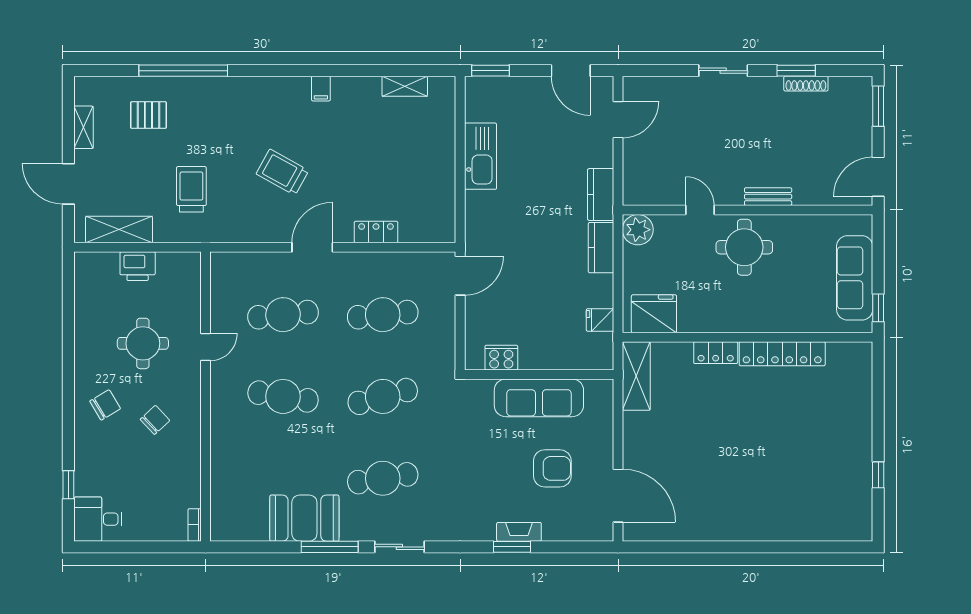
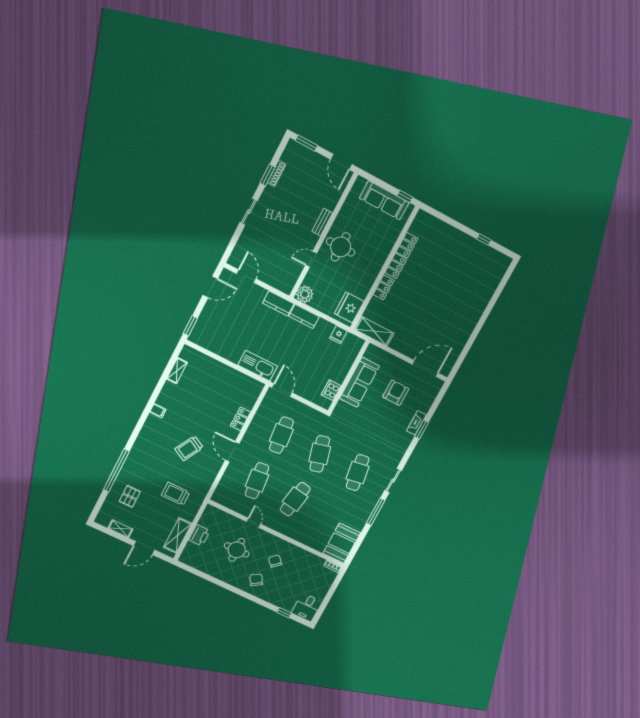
kitchen sink: (480, 156) -> (258, 366), moved
booth: (304, 518) -> (342, 543), moved

